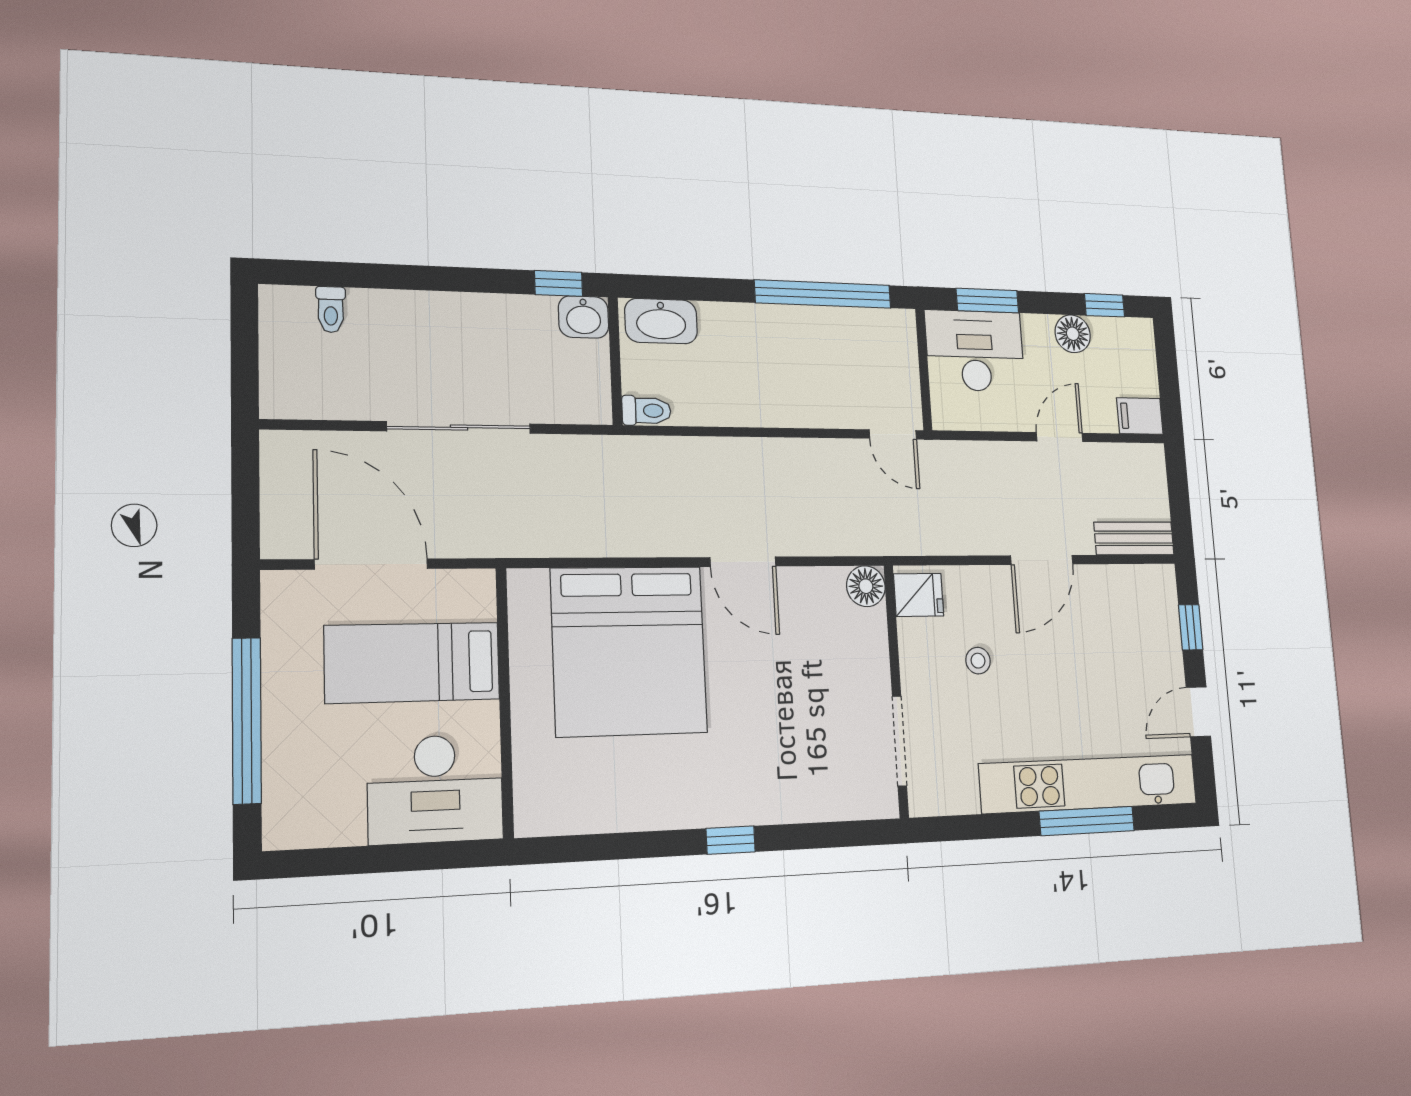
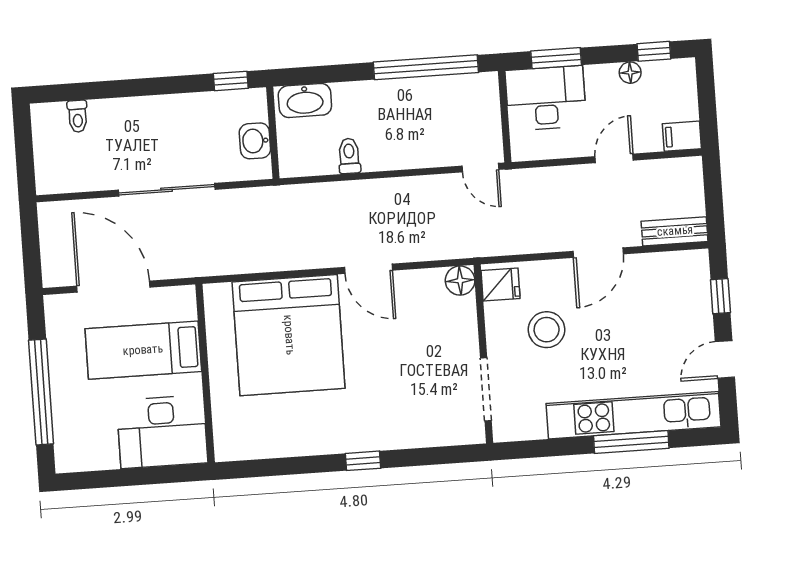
washbasin: (584, 317) -> (255, 141), moved, turned 90
floor lamp: (1073, 334) -> (630, 73), width x0.73, depth x0.73
toilet: (646, 411) -> (349, 156), moved, turned -90
stool: (978, 661) -> (547, 330), width x1.89, depth x1.89

